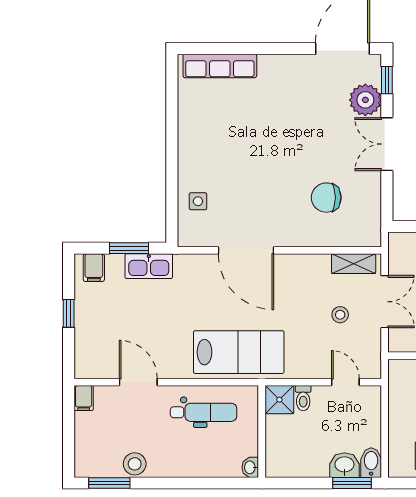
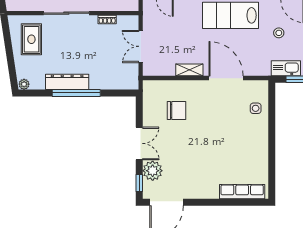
shelving: (354, 264) -> (189, 70), moved
stool: (340, 315) -> (279, 33), moved

